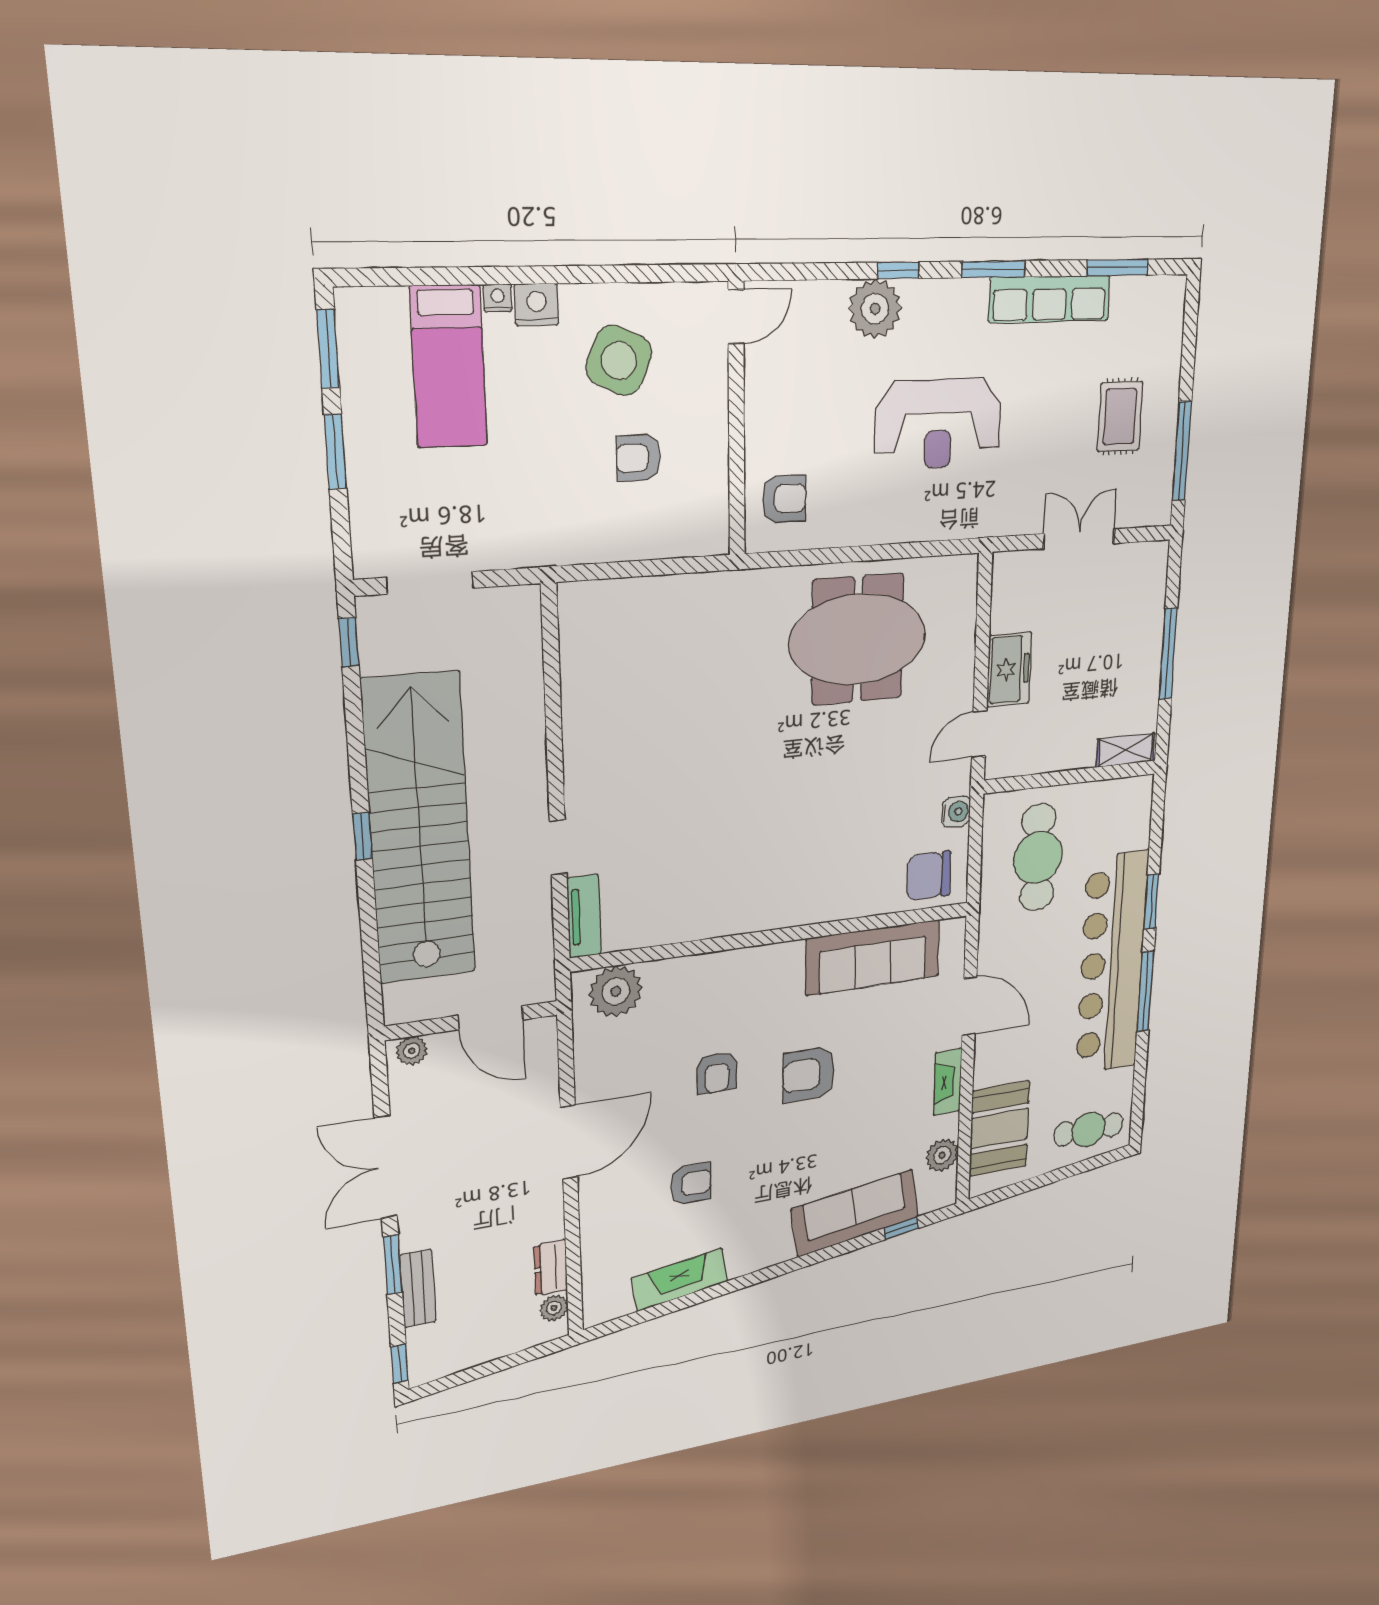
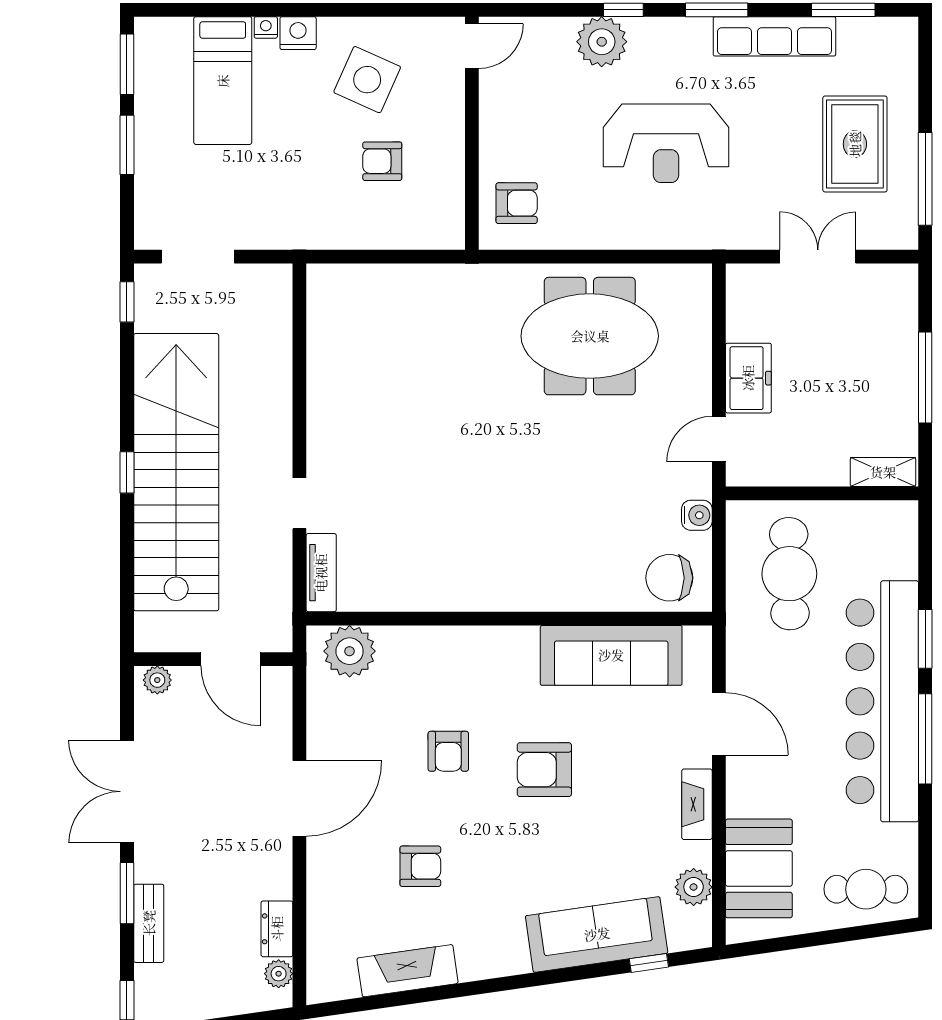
rug: (1120, 417) -> (855, 144), width x1.36, depth x1.43

